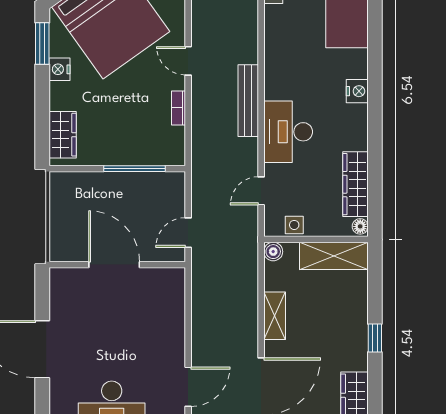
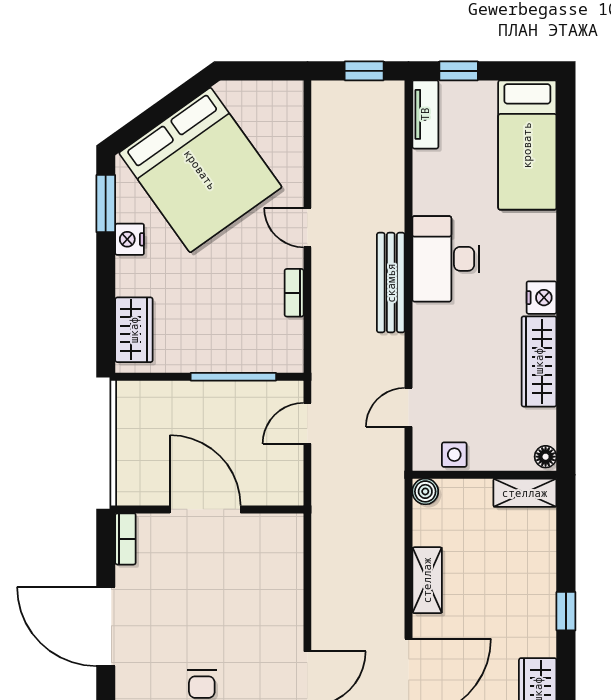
nightstand: (357, 91) -> (541, 298), moved
desk: (288, 132) -> (446, 259), moved
wardrobe: (355, 184) -> (539, 361), moved
door: (188, 233) -> (307, 423), moved
shelving: (334, 256) -> (525, 493), width x0.67, depth x0.75
bookcase: (57, 286) -> (125, 539), added

